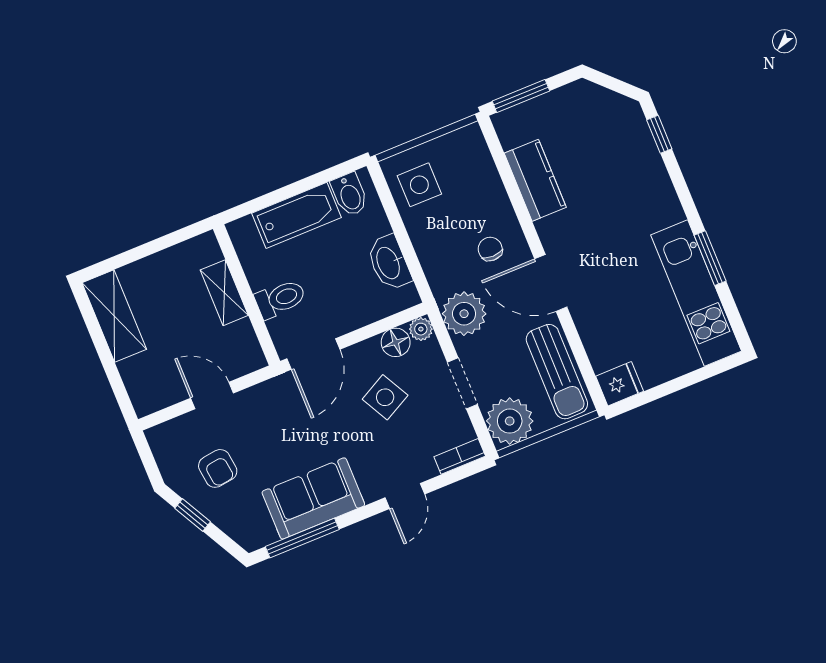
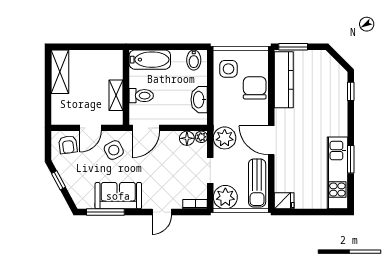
kitchen counter: (535, 180) -> (284, 80), width x1.50
bathtub: (297, 215) -> (150, 60), moved
chair: (490, 249) -> (255, 88), moved, width x1.87, depth x1.87
shelving: (224, 293) -> (116, 95), moved
door: (212, 396) -> (91, 128), swing flipped
side table: (385, 397) -> (114, 150), moved
armchair: (218, 468) -> (68, 145), moved

